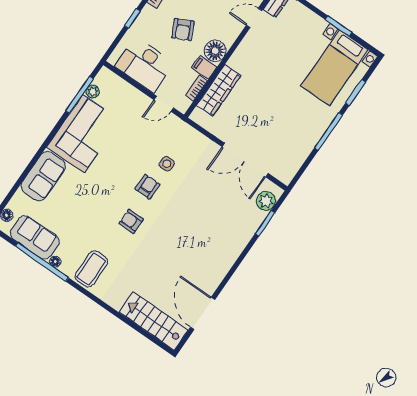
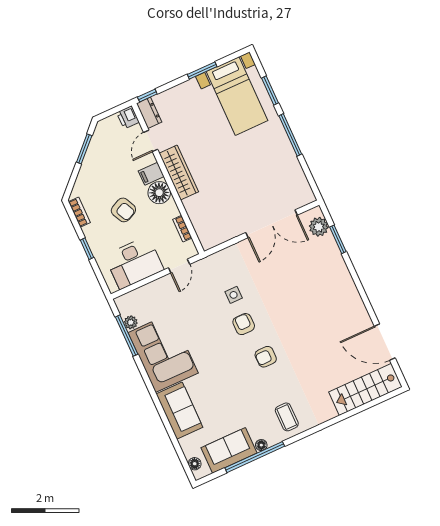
filing cabinet: (204, 67) -> (151, 174), moved
wardrobe: (219, 90) -> (179, 173), moved
coffee table: (91, 269) -> (287, 417), width x0.73, depth x0.77

